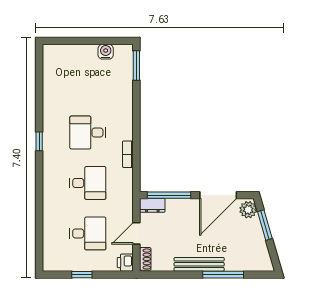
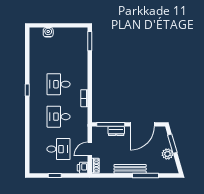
water cooler: (106, 52) -> (48, 32), moved
desk: (88, 183) -> (58, 117), turned 180
dresser: (152, 205) -> (116, 131), moved
plant: (248, 210) -> (167, 154), moved

